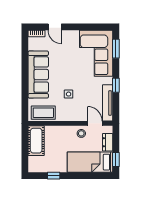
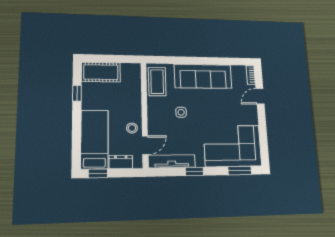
cot: (36, 141) -> (101, 72), moved

